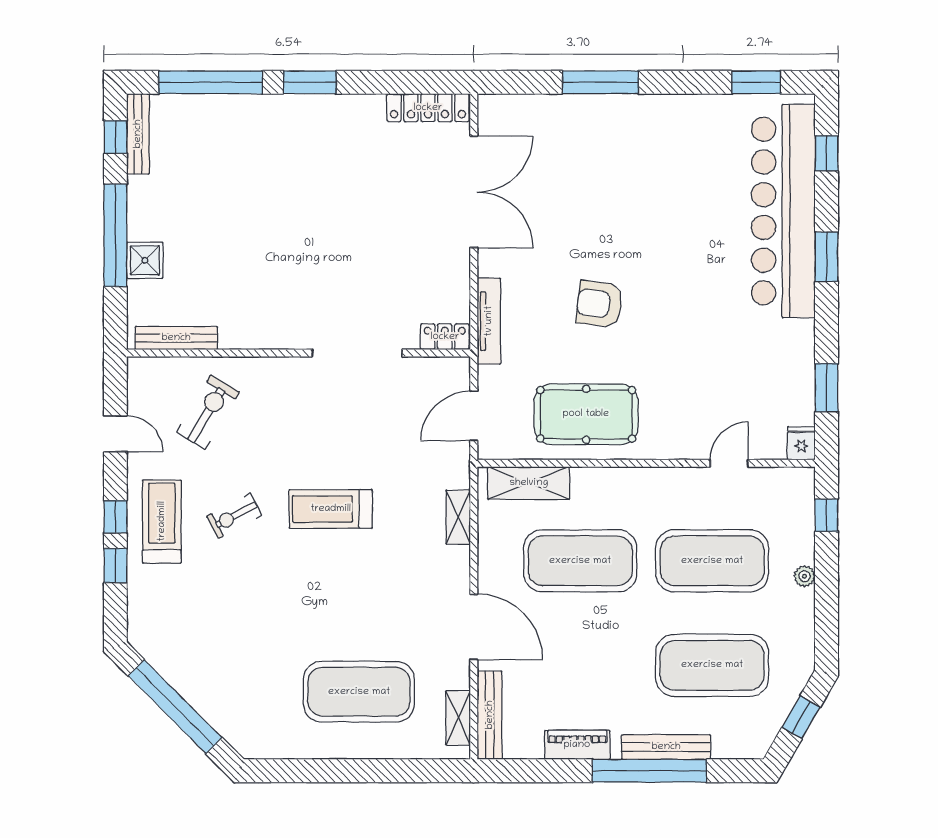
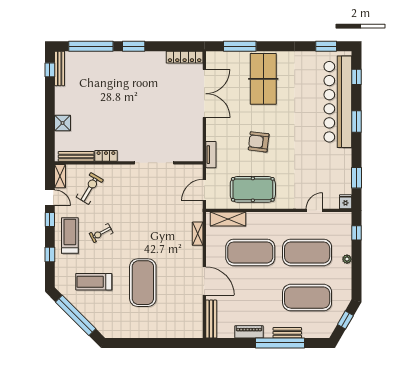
window: (601, 82) -> (240, 46), moved
table tennis table: (610, 158) -> (263, 79), added
window: (115, 236) -> (50, 112), removed
tv unit: (489, 321) -> (211, 155), width x0.71
locker: (445, 337) -> (106, 156), moved
treadmill: (331, 509) -> (94, 282), moved
window: (115, 517) -> (50, 219), moved
exercise mat: (359, 692) -> (143, 283), moved, turned 90
shelving: (458, 718) -> (60, 176), moved
bench: (666, 747) -> (287, 333), width x0.73

